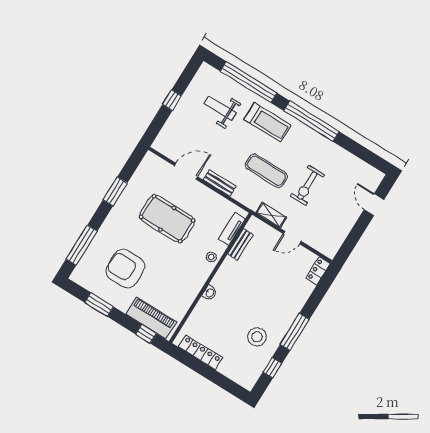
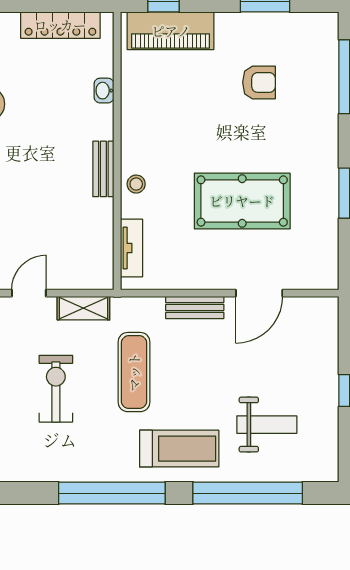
treadmill: (267, 122) -> (179, 449), turned 180
exercise mat: (266, 171) -> (134, 372), turned 90
bench: (240, 244) -> (103, 169), moved
armchair: (125, 269) -> (259, 82), width x0.53, depth x0.53
washbasin: (210, 293) -> (104, 91), moved

